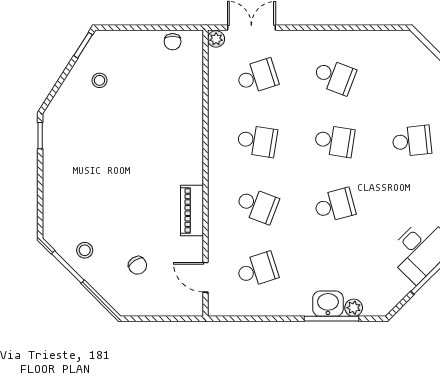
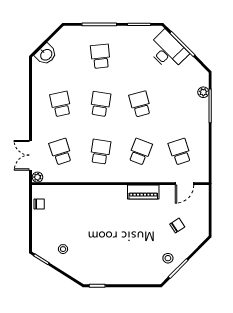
school desk: (334, 77) -> (61, 104), turned -33
washbasin: (328, 304) -> (46, 54), moved, turned -135

